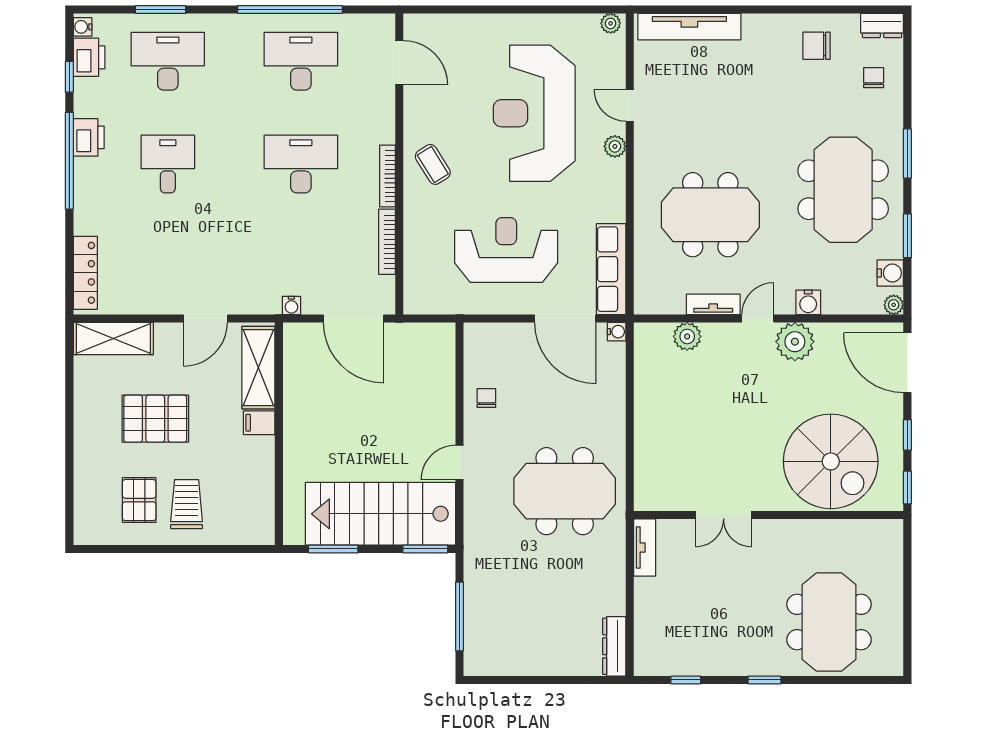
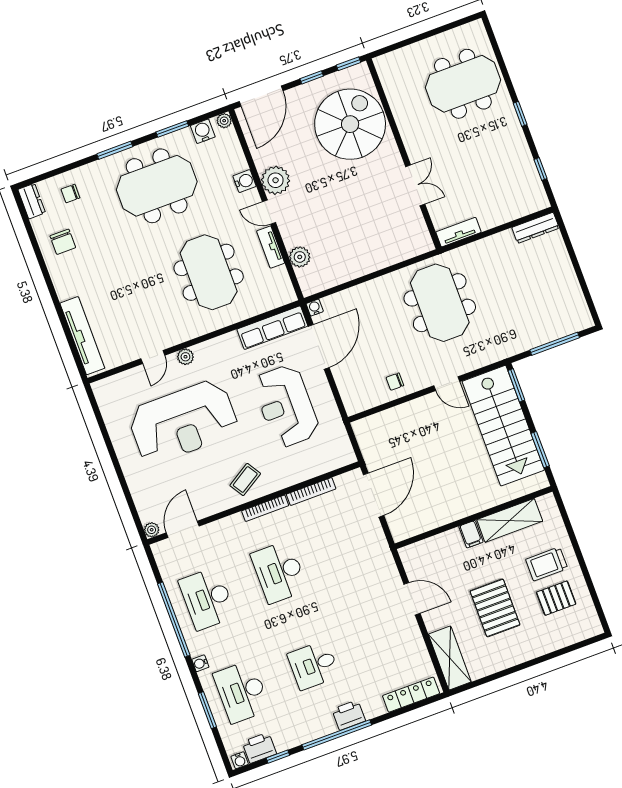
plant: (611, 23) -> (152, 530), moved
printer: (89, 137) -> (349, 715), moved
water cooler: (291, 305) -> (200, 663), moved, turned 180
shelving: (258, 368) -> (510, 520), moved

